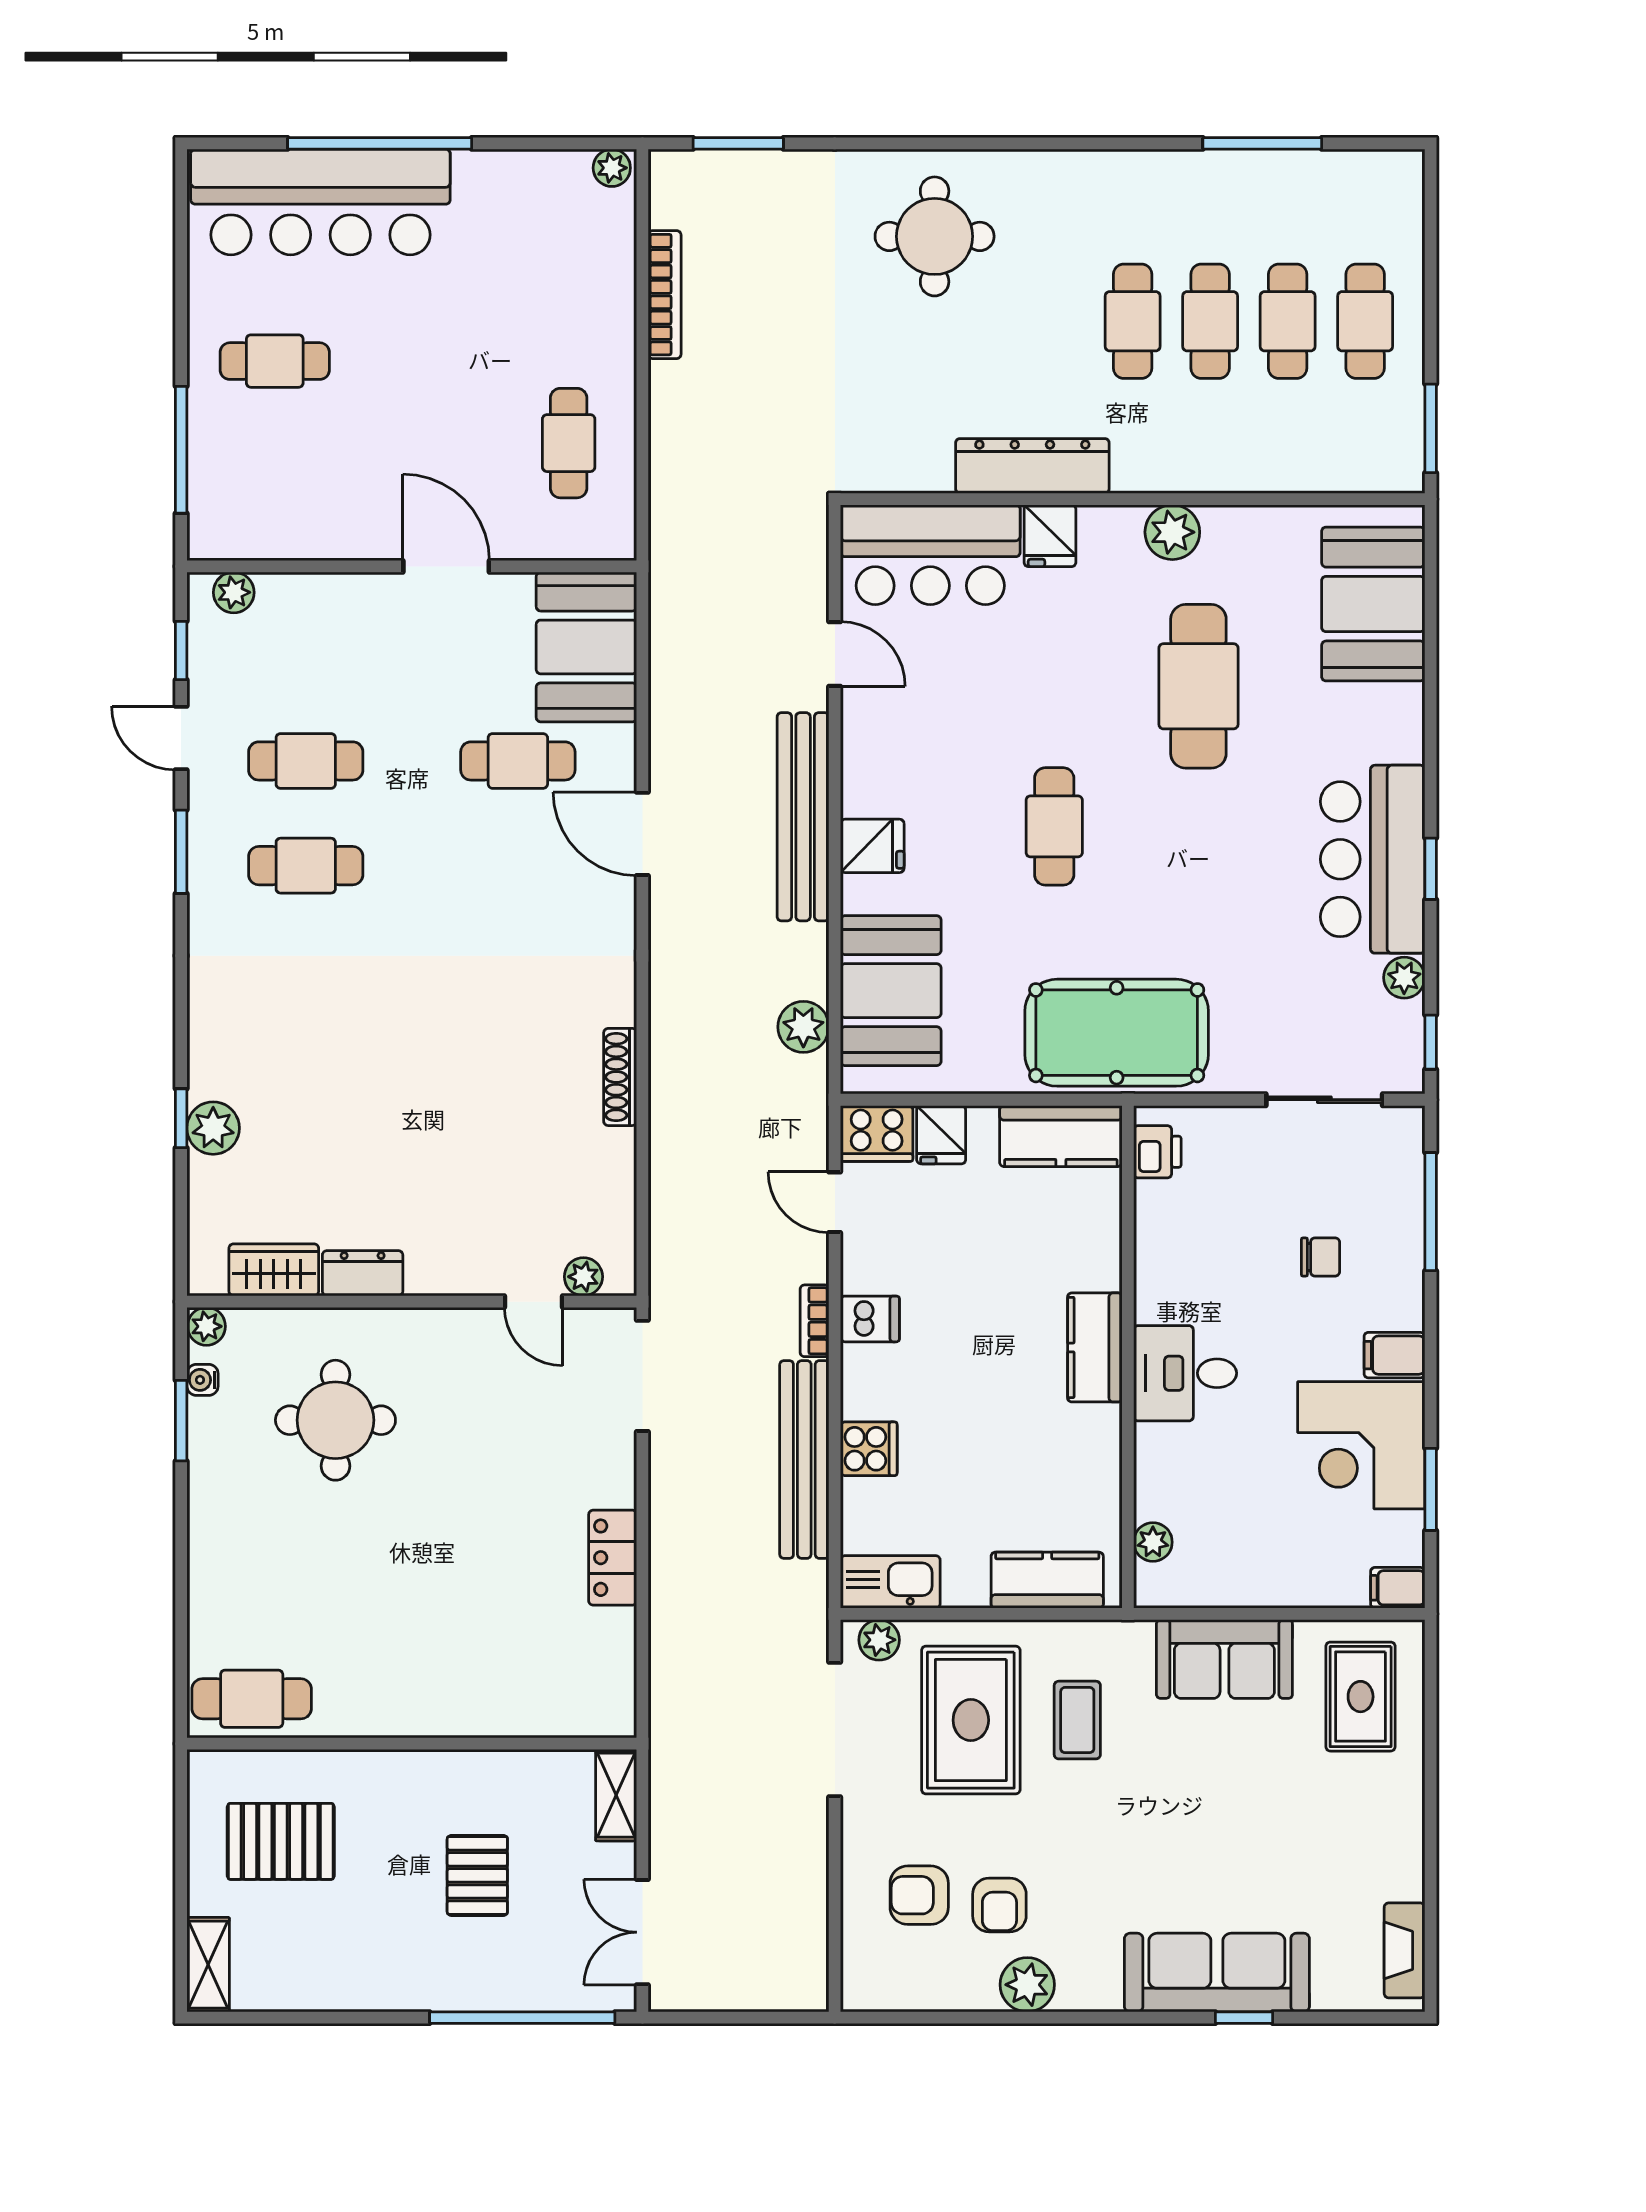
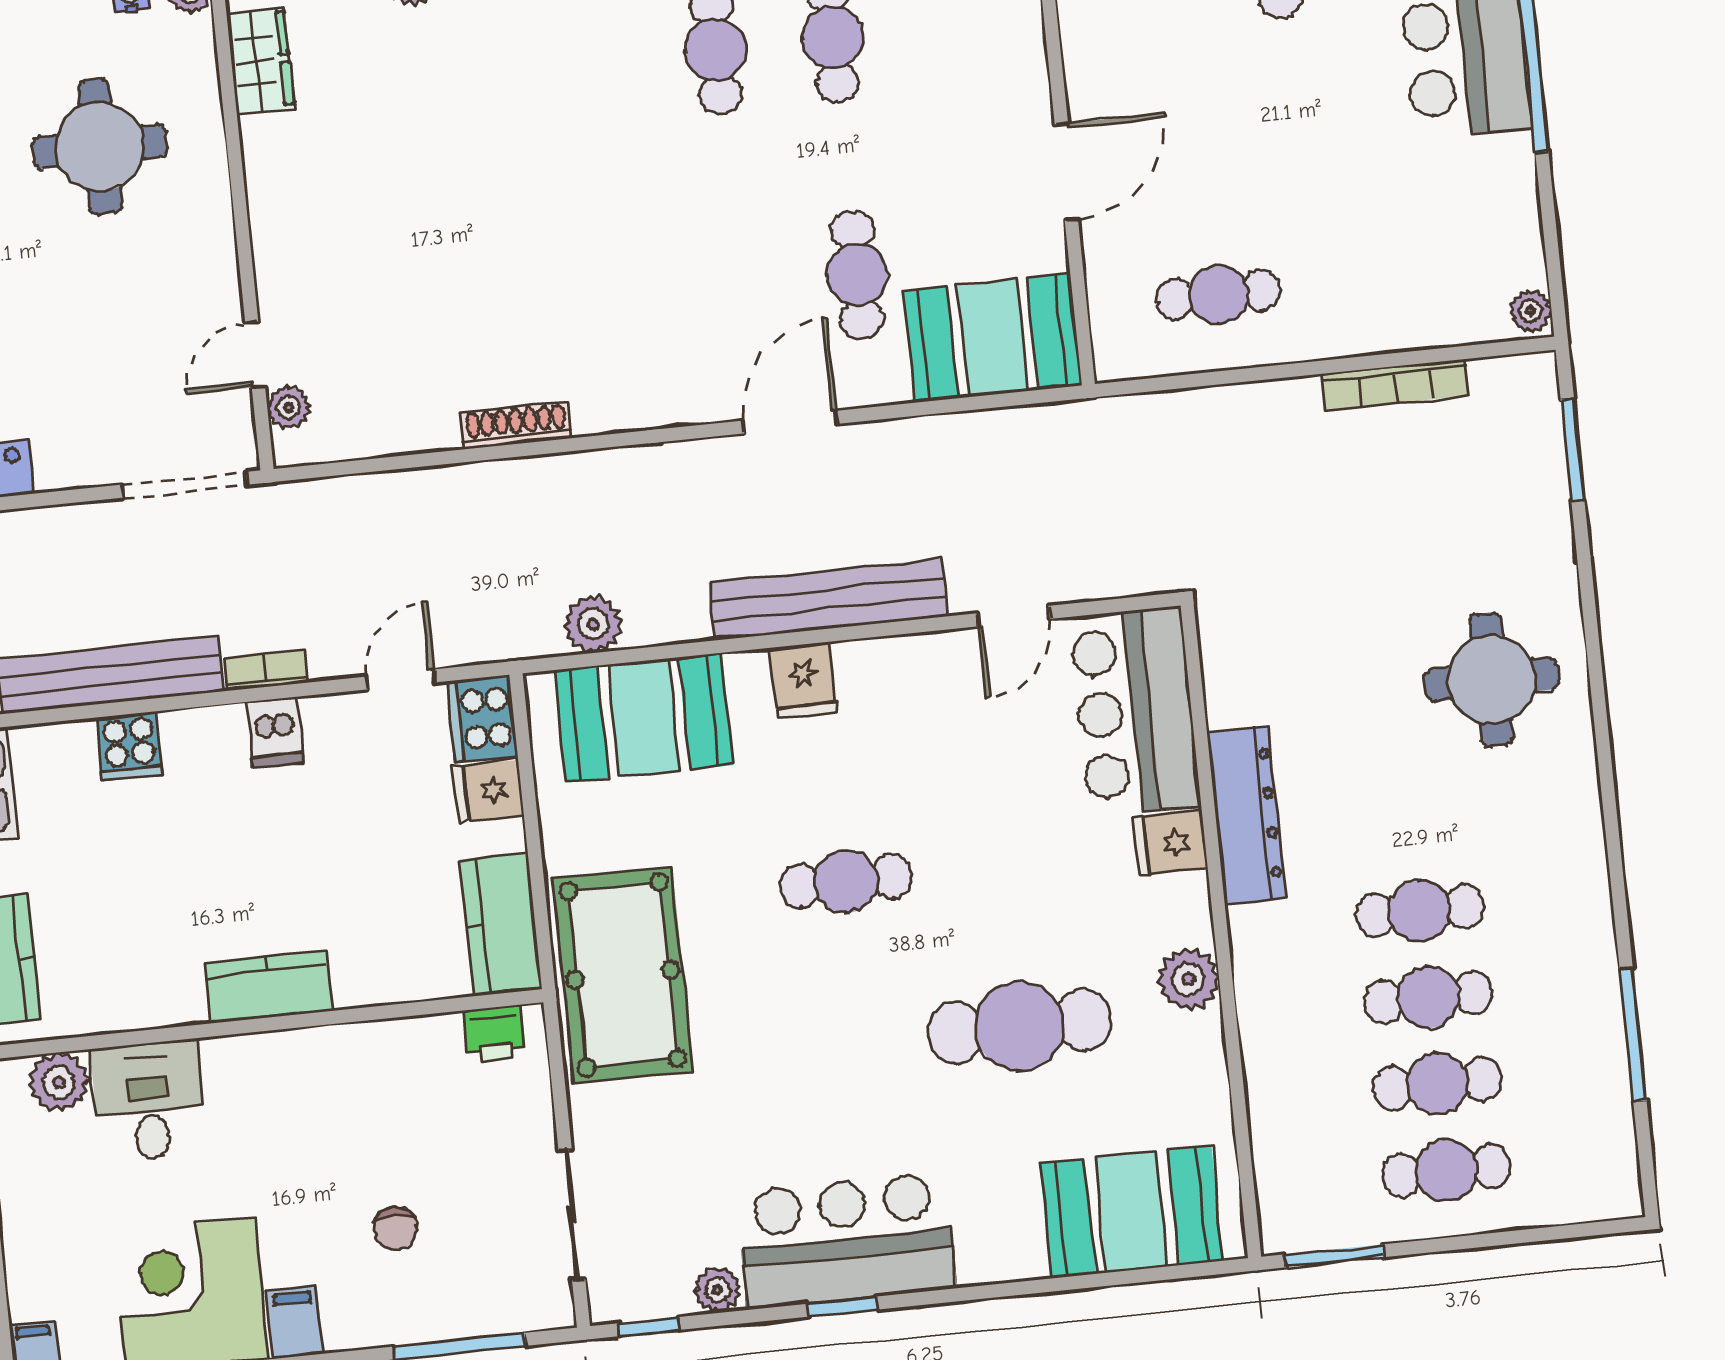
dresser: (363, 1273) -> (267, 160), removed
desk: (1185, 1373) -> (149, 1101), moved
plant: (1153, 1542) -> (59, 1082), width x1.38, depth x1.38

